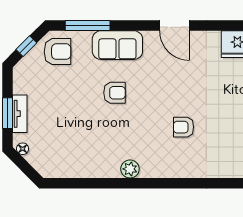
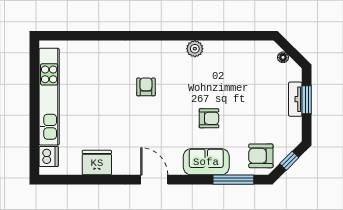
armchair: (114, 93) -> (209, 118), turned 180
armchair: (184, 127) -> (146, 87), turned -90
floor lamp: (23, 149) -> (283, 57), moved

